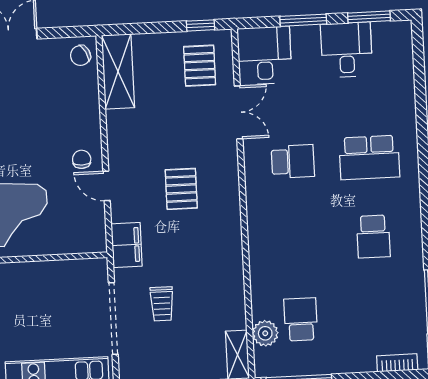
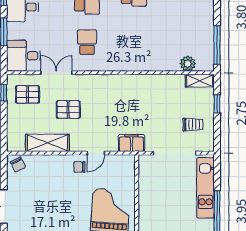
shelving: (118, 71) -> (47, 143), moved
pallet: (181, 189) -> (68, 109), moved
trolley: (162, 304) -> (193, 125), moved
school desk: (301, 319) -> (181, 42), removed

